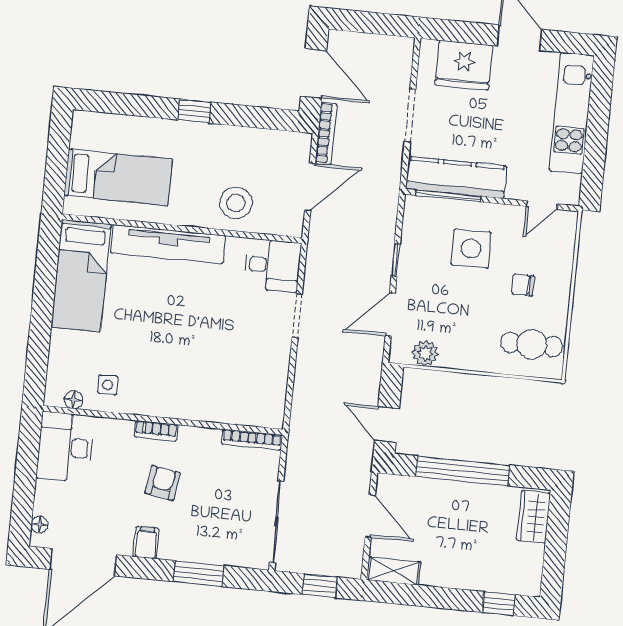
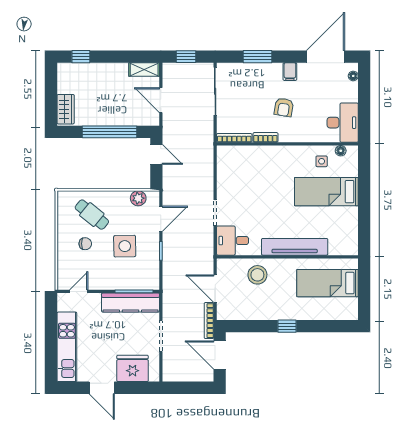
door: (310, 187) -> (215, 289), hinge flipped
side table: (471, 248) -> (125, 246), moved
bed: (81, 276) -> (326, 192), moved, turned -90
cafe table: (532, 344) -> (92, 215), moved, turned 39
bookcase: (156, 431) -> (265, 137), moved

